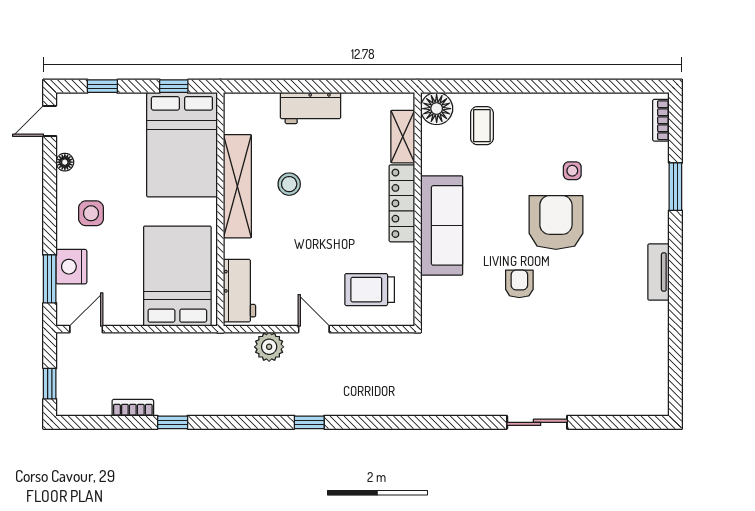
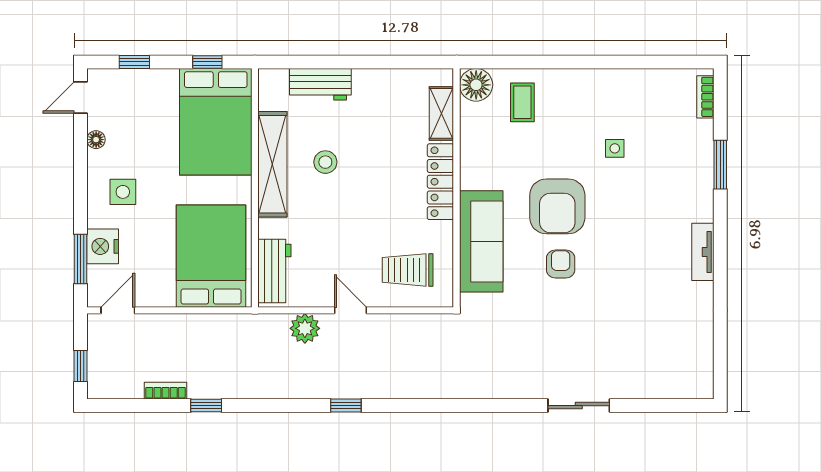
workbench: (311, 108) -> (320, 84), moved
armchair: (556, 223) -> (557, 206), moved, turned 180
sofa: (442, 225) -> (481, 241), moved

